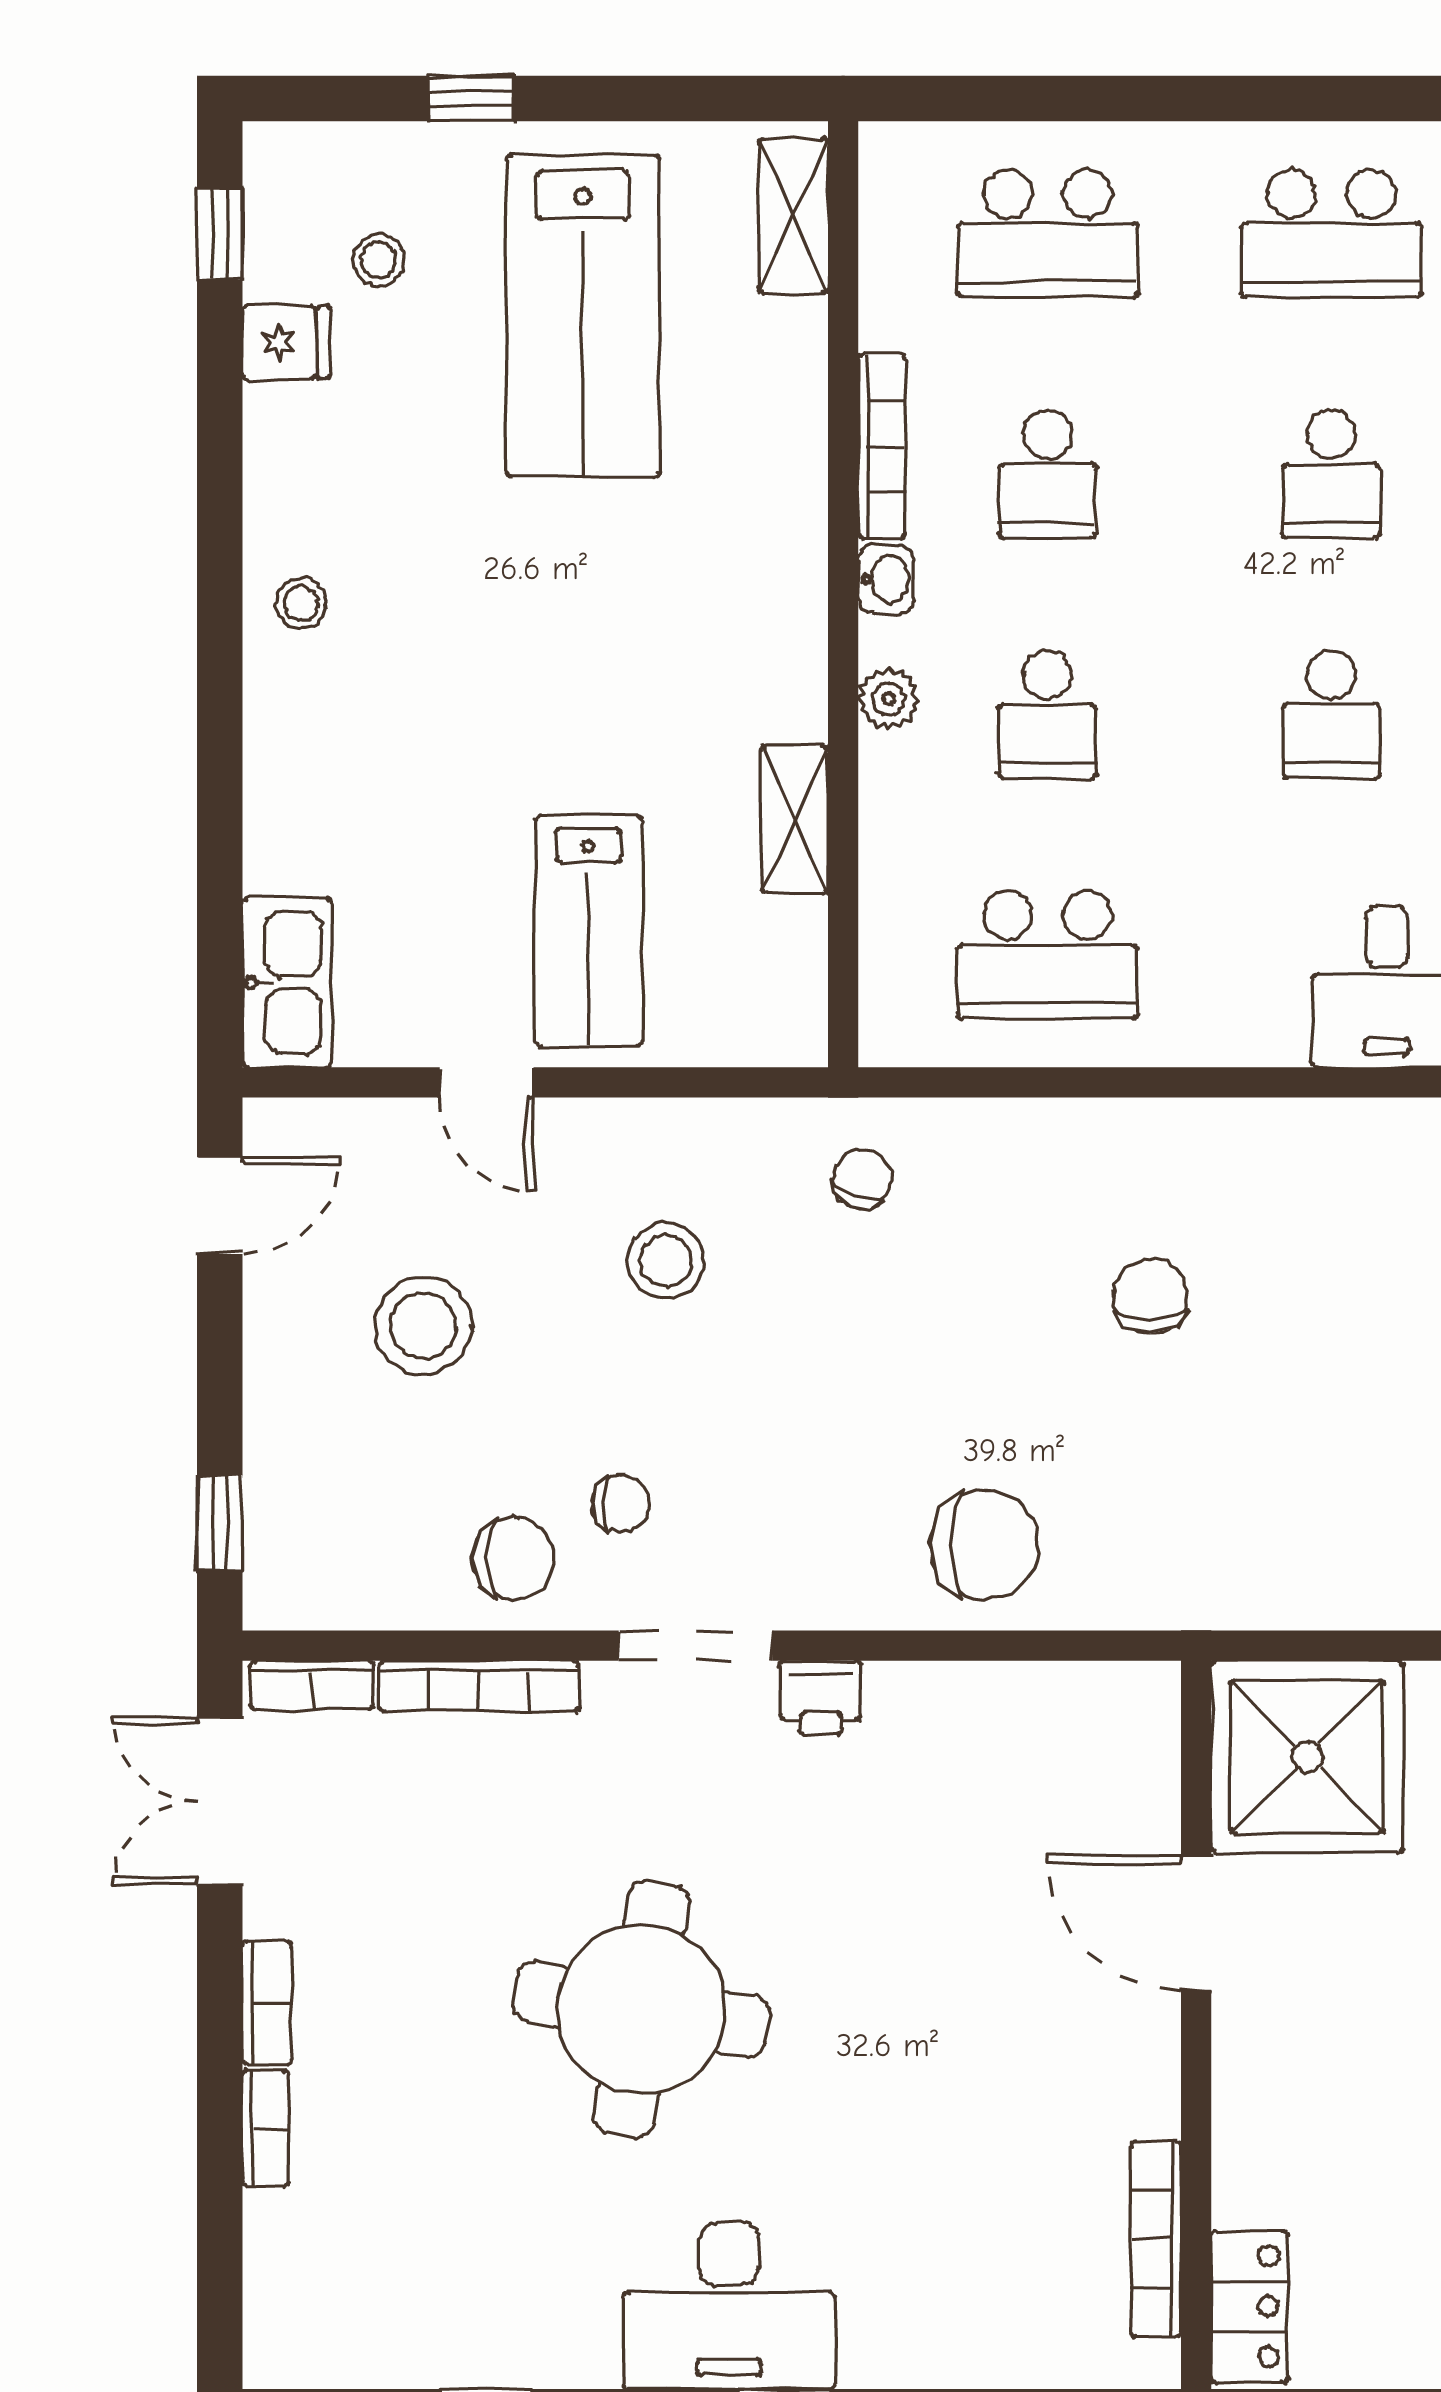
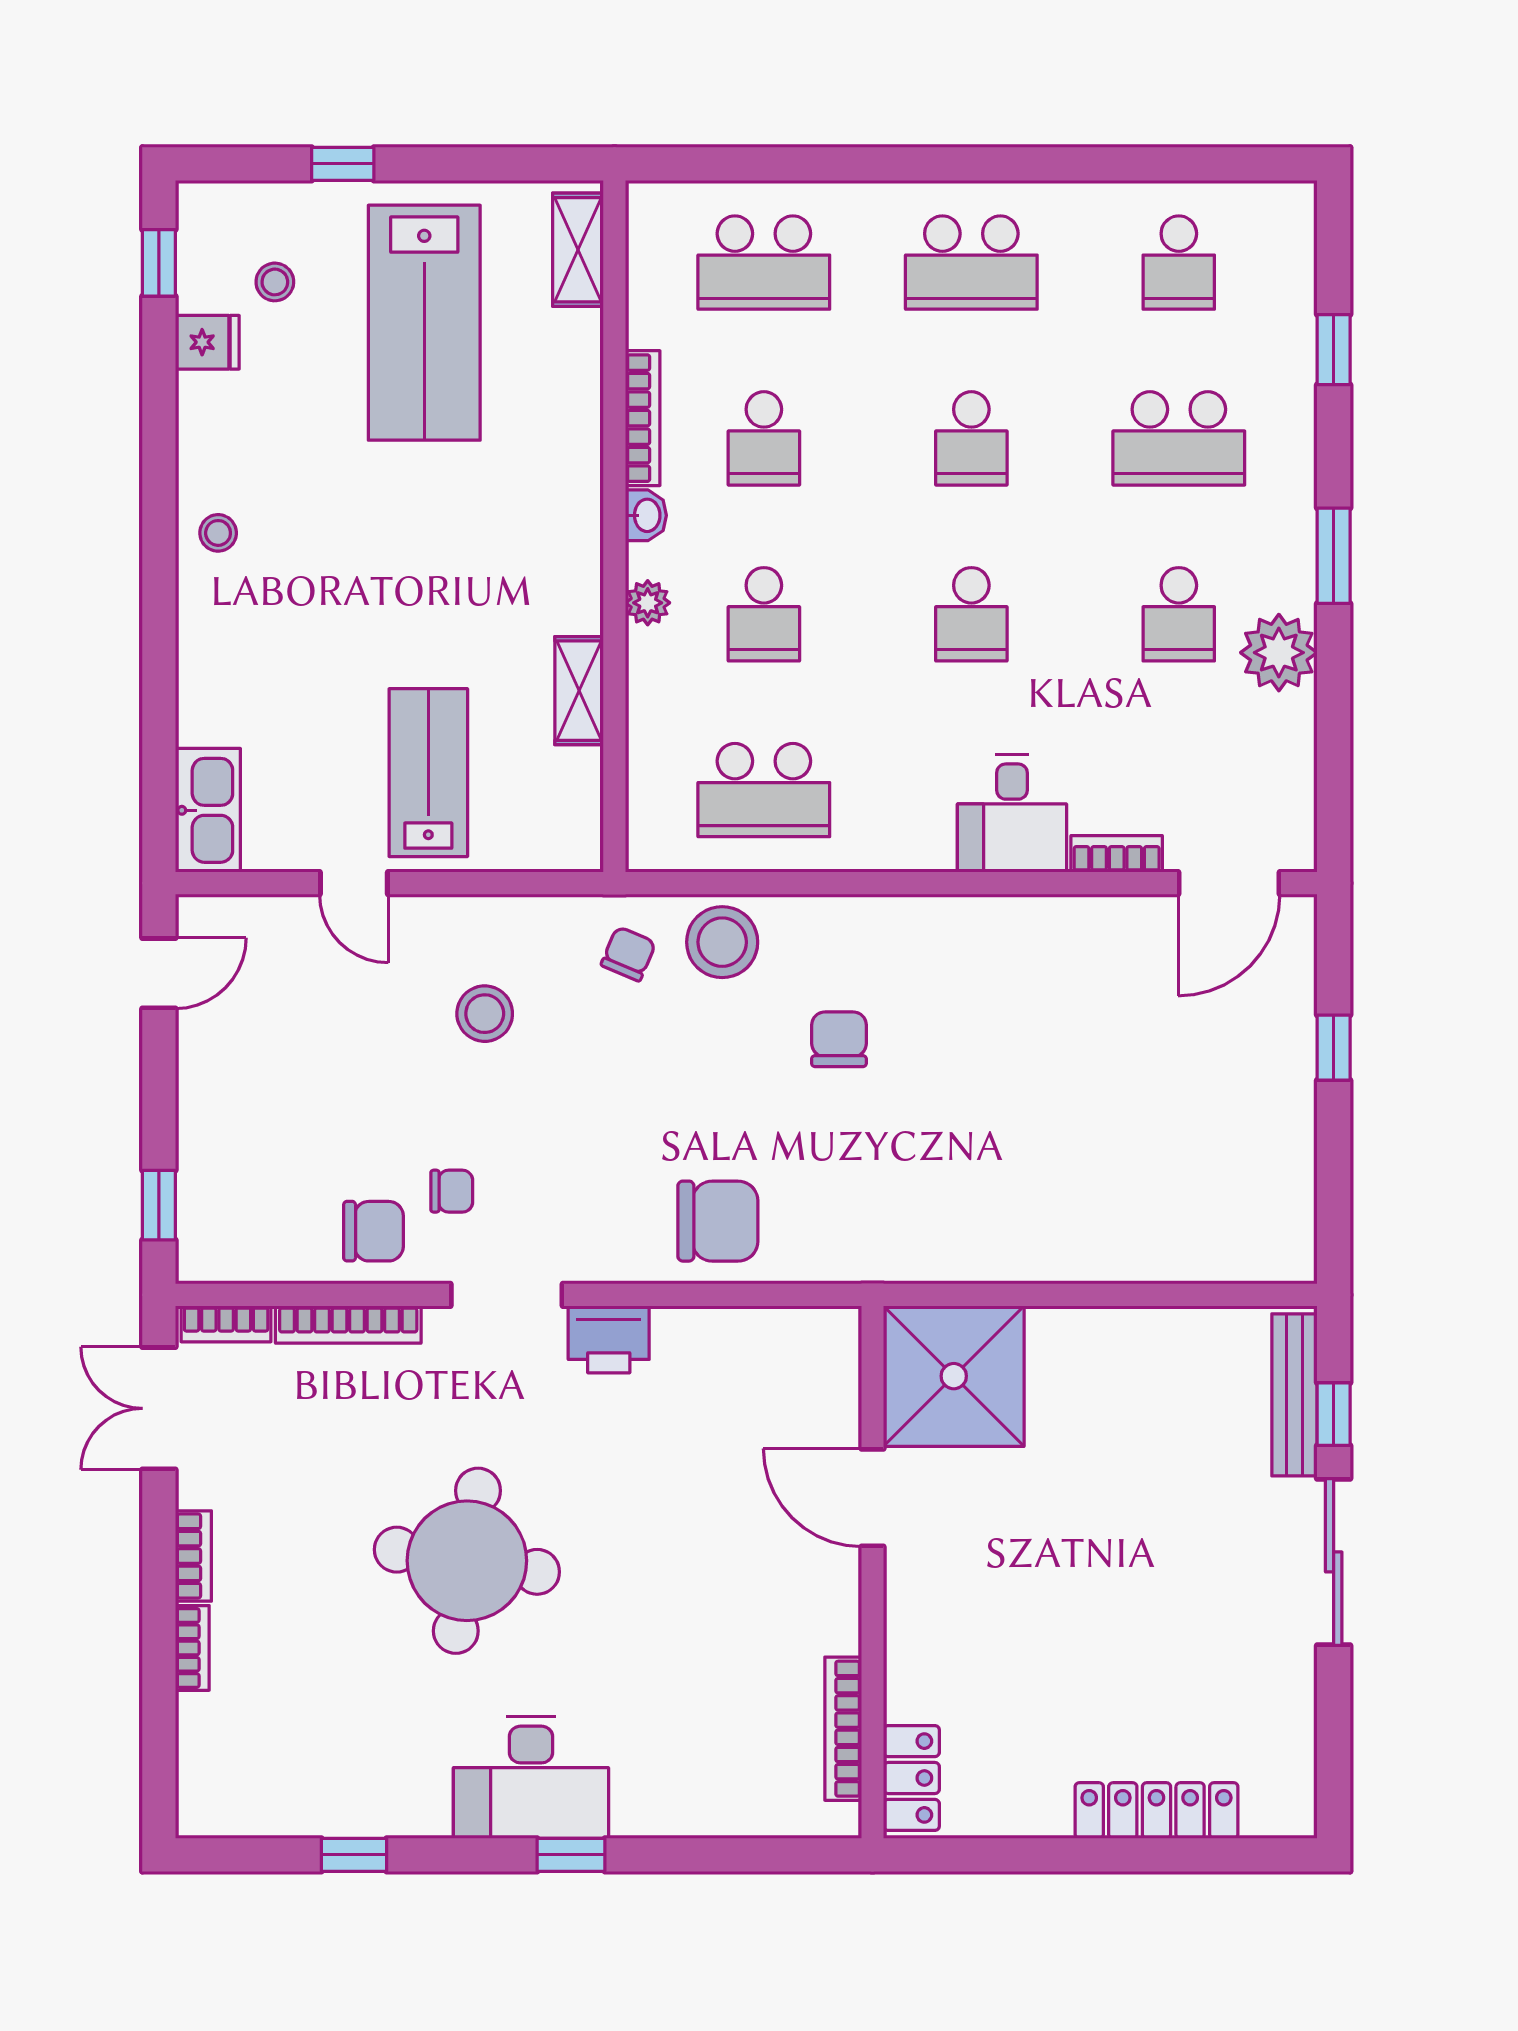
lab bench: (588, 931) -> (428, 773), turned 180
stool: (423, 1326) -> (722, 942), moved
printer: (820, 1698) -> (609, 1339), width x1.36, depth x1.24

